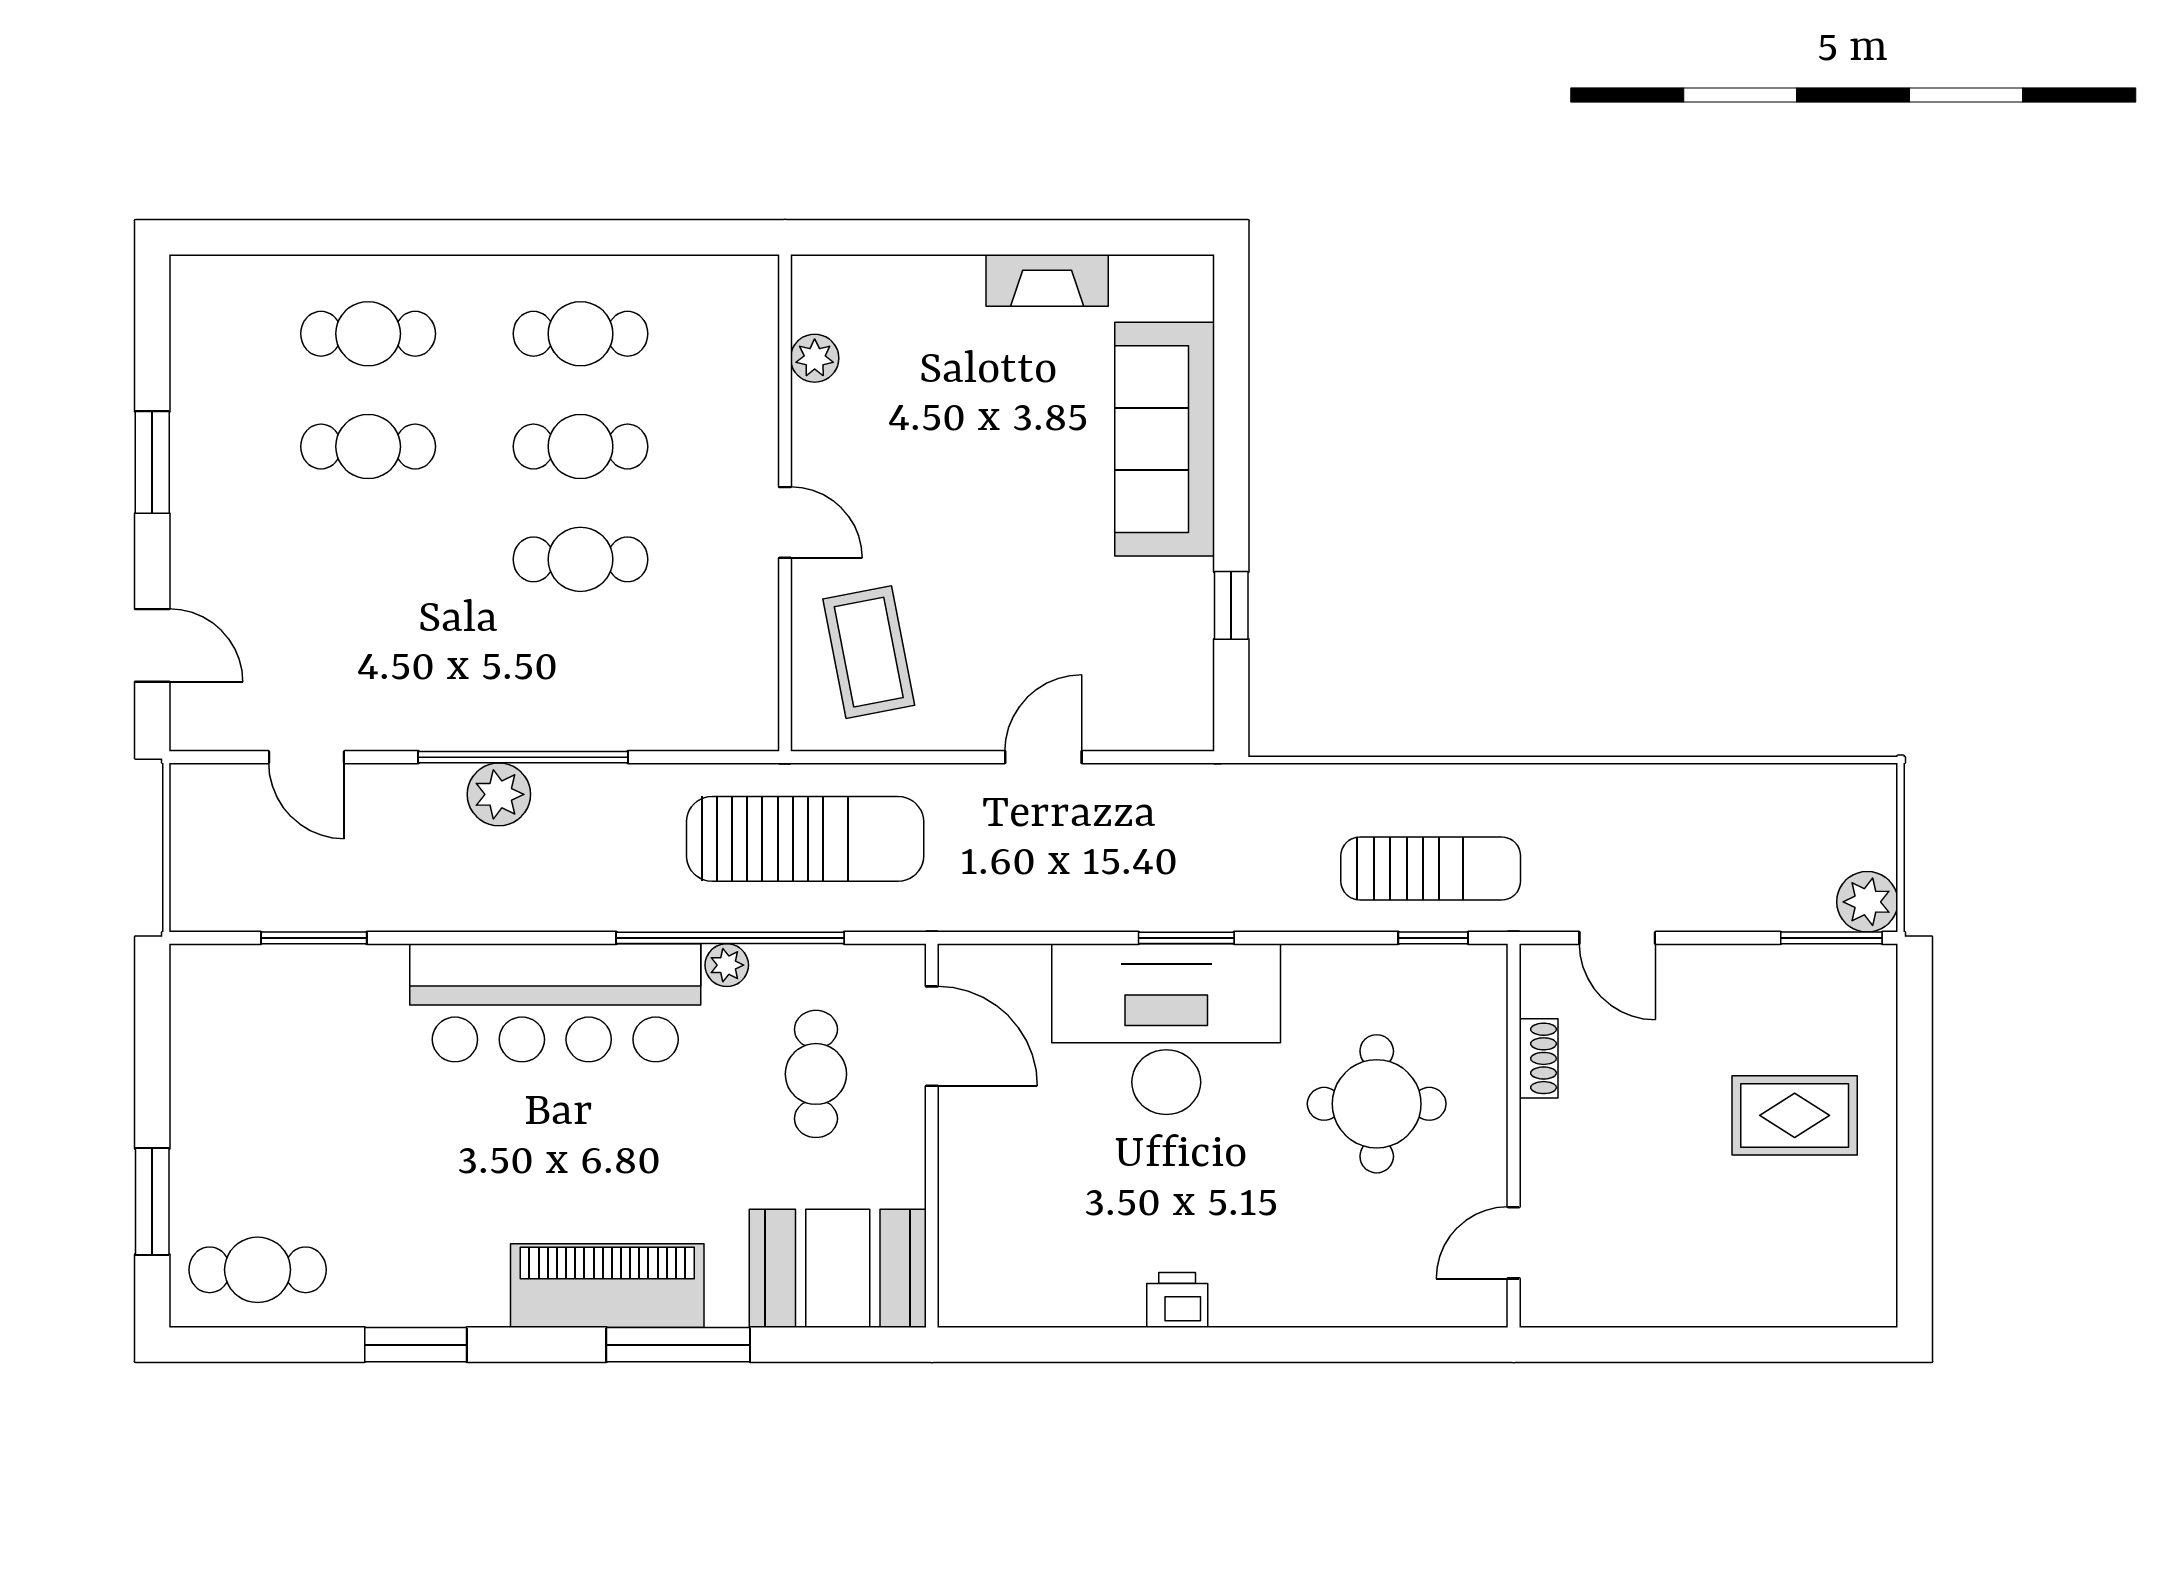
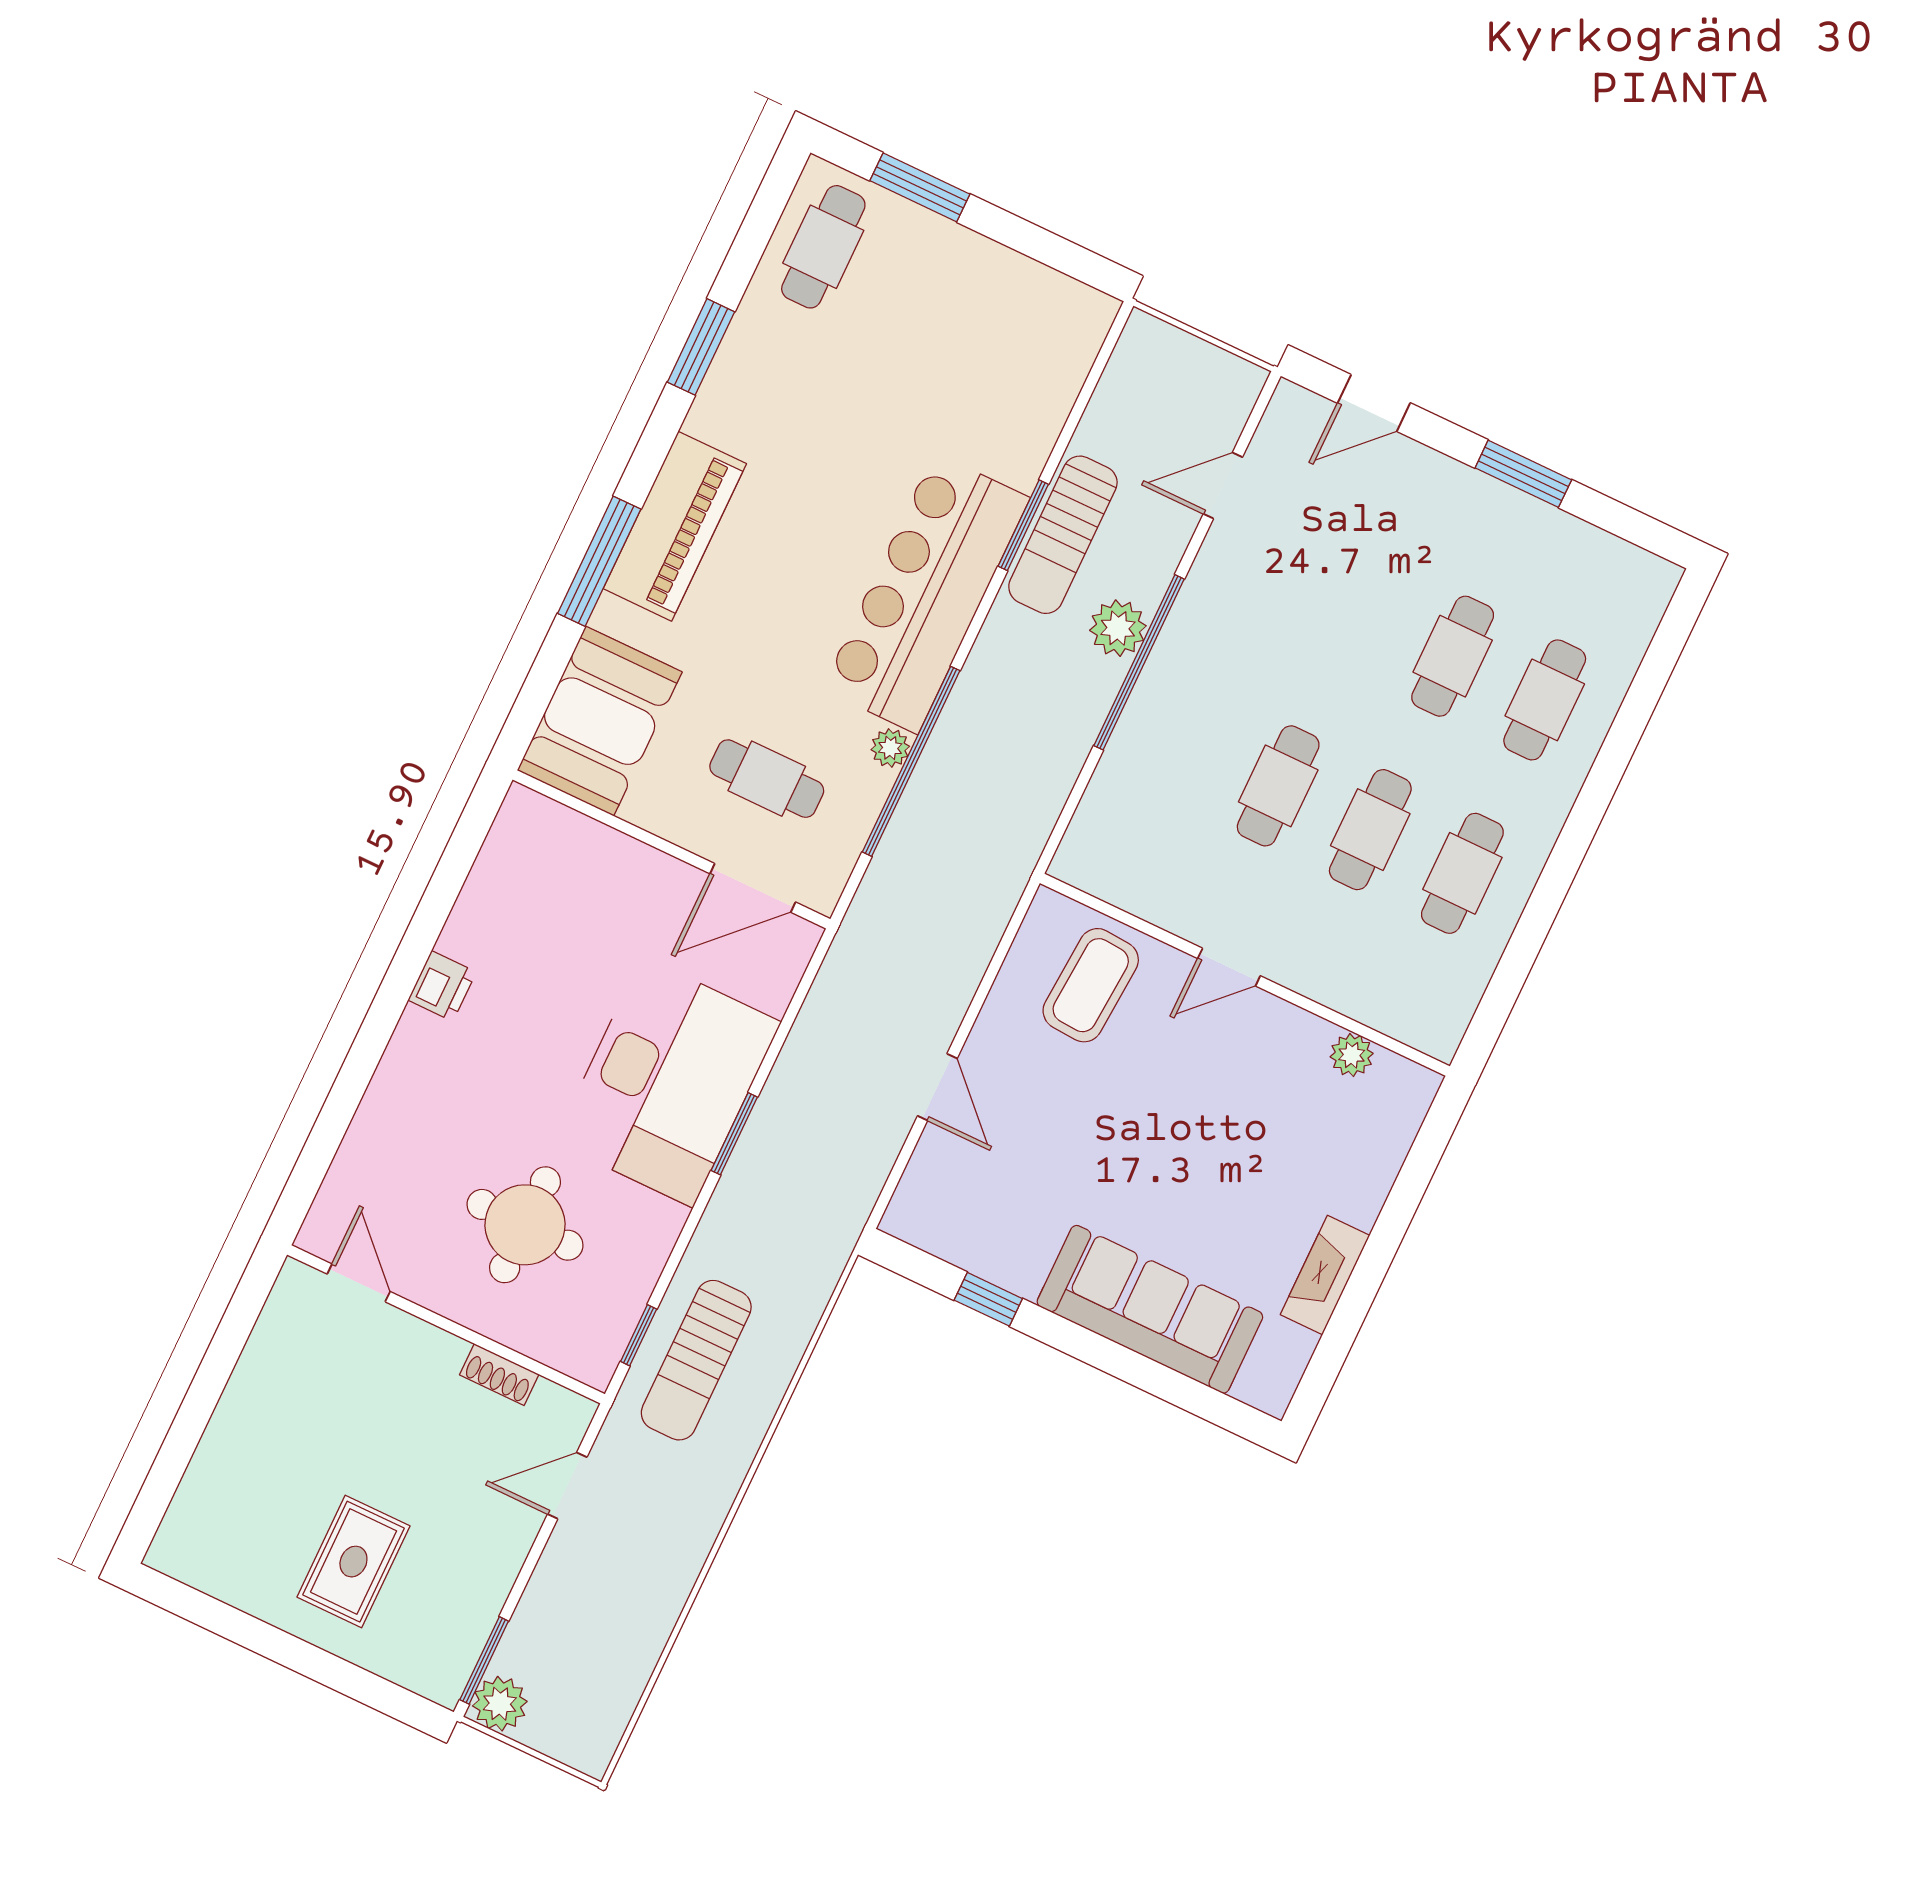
coffee table: (869, 652) -> (1091, 985), turned -75
sun lounger: (805, 839) -> (1063, 535), moved, width x0.73, depth x0.75
window: (314, 938) -> (1023, 525), moved

